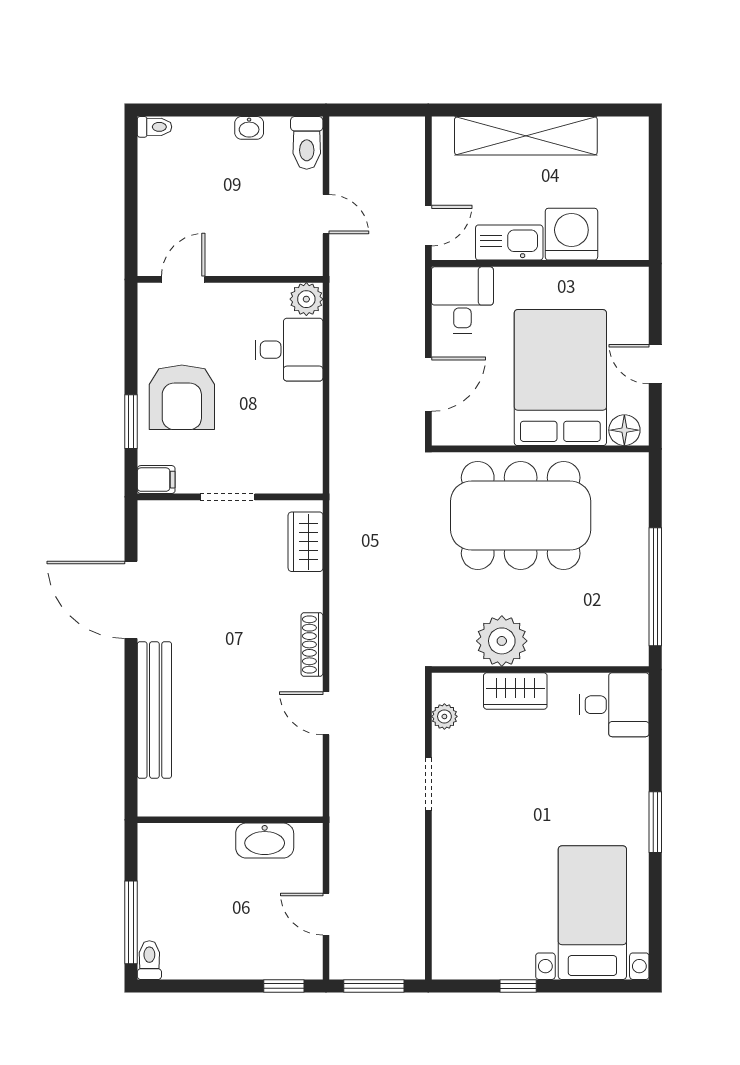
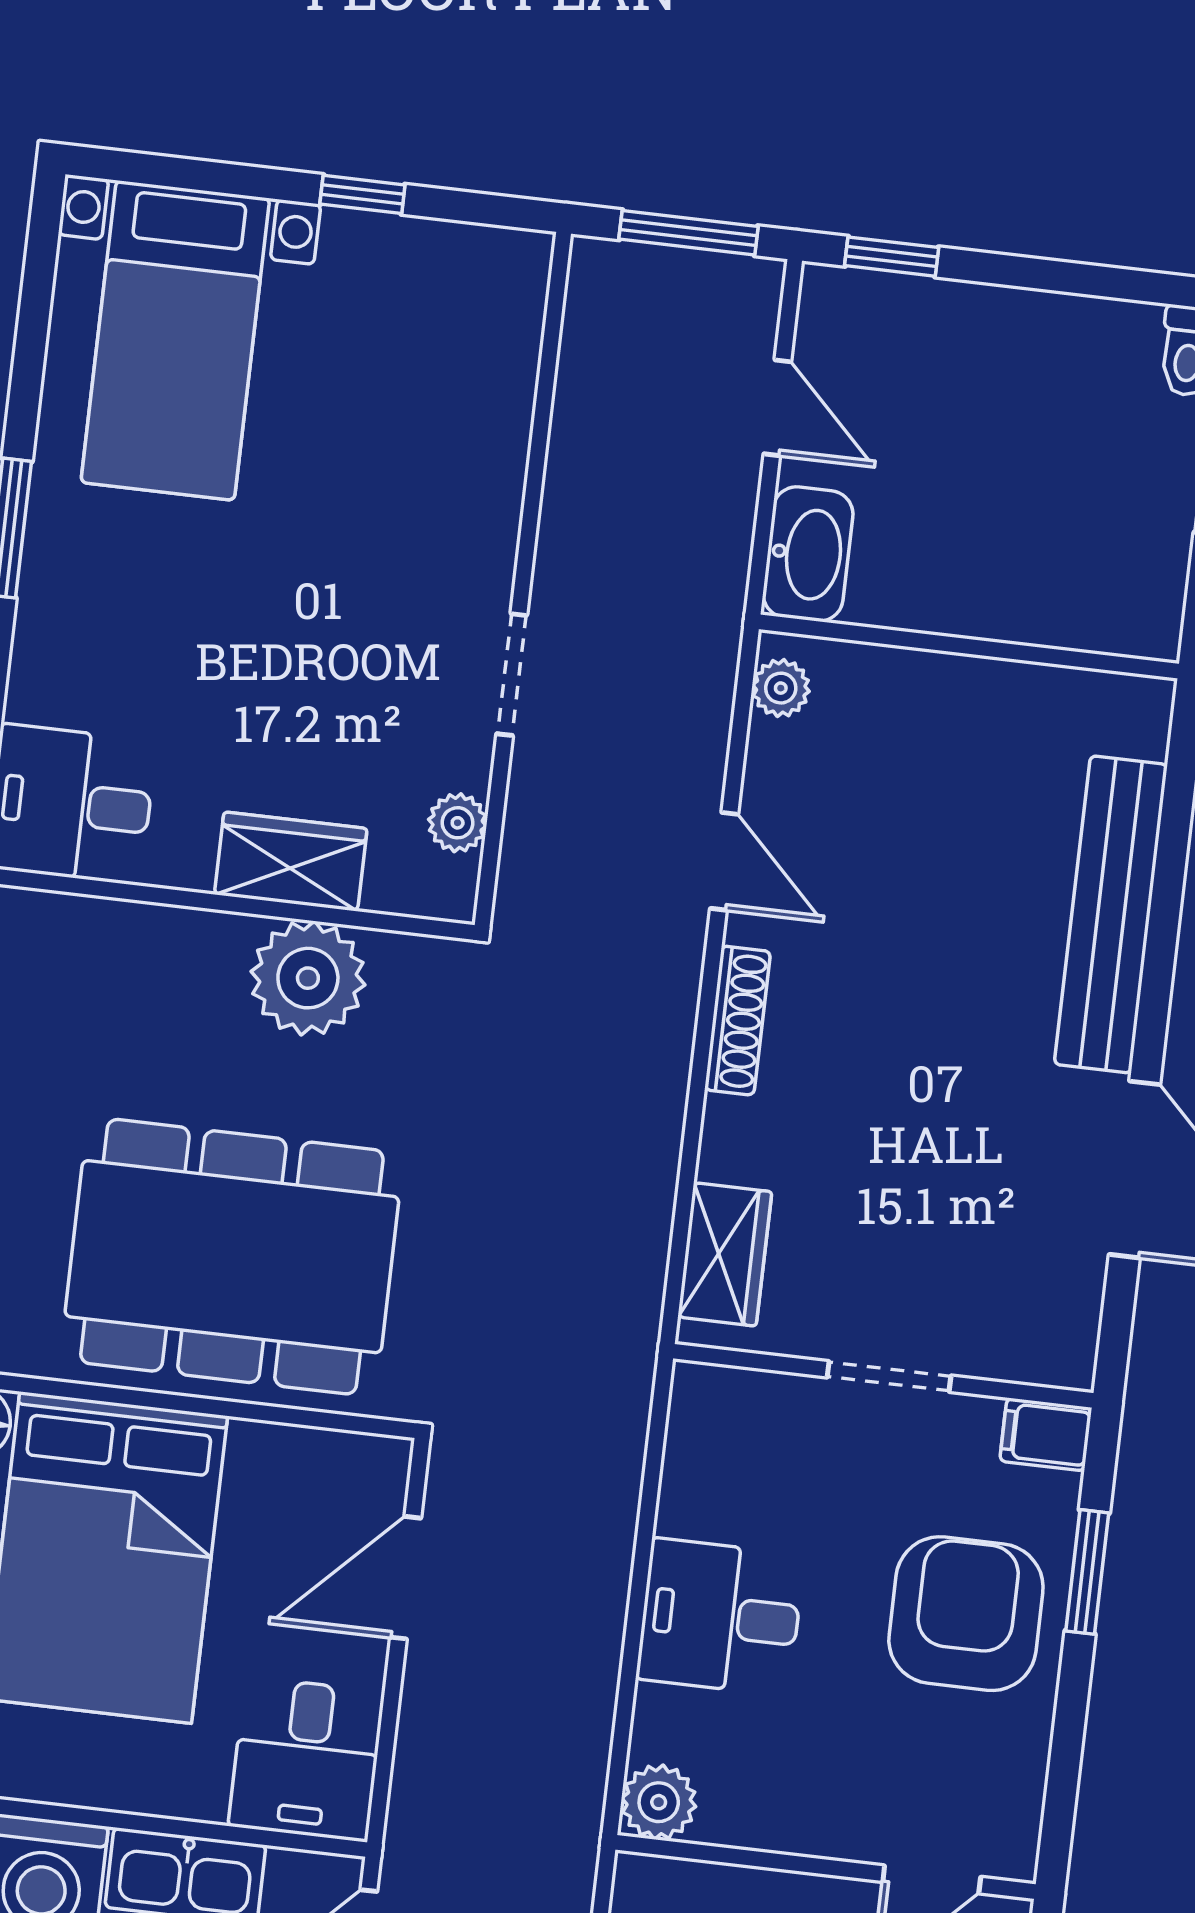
desk: (289, 350) -> (720, 1617), moved
plant: (310, 792) -> (781, 688), added
washbasin: (265, 841) -> (808, 554), moved, turned 90

